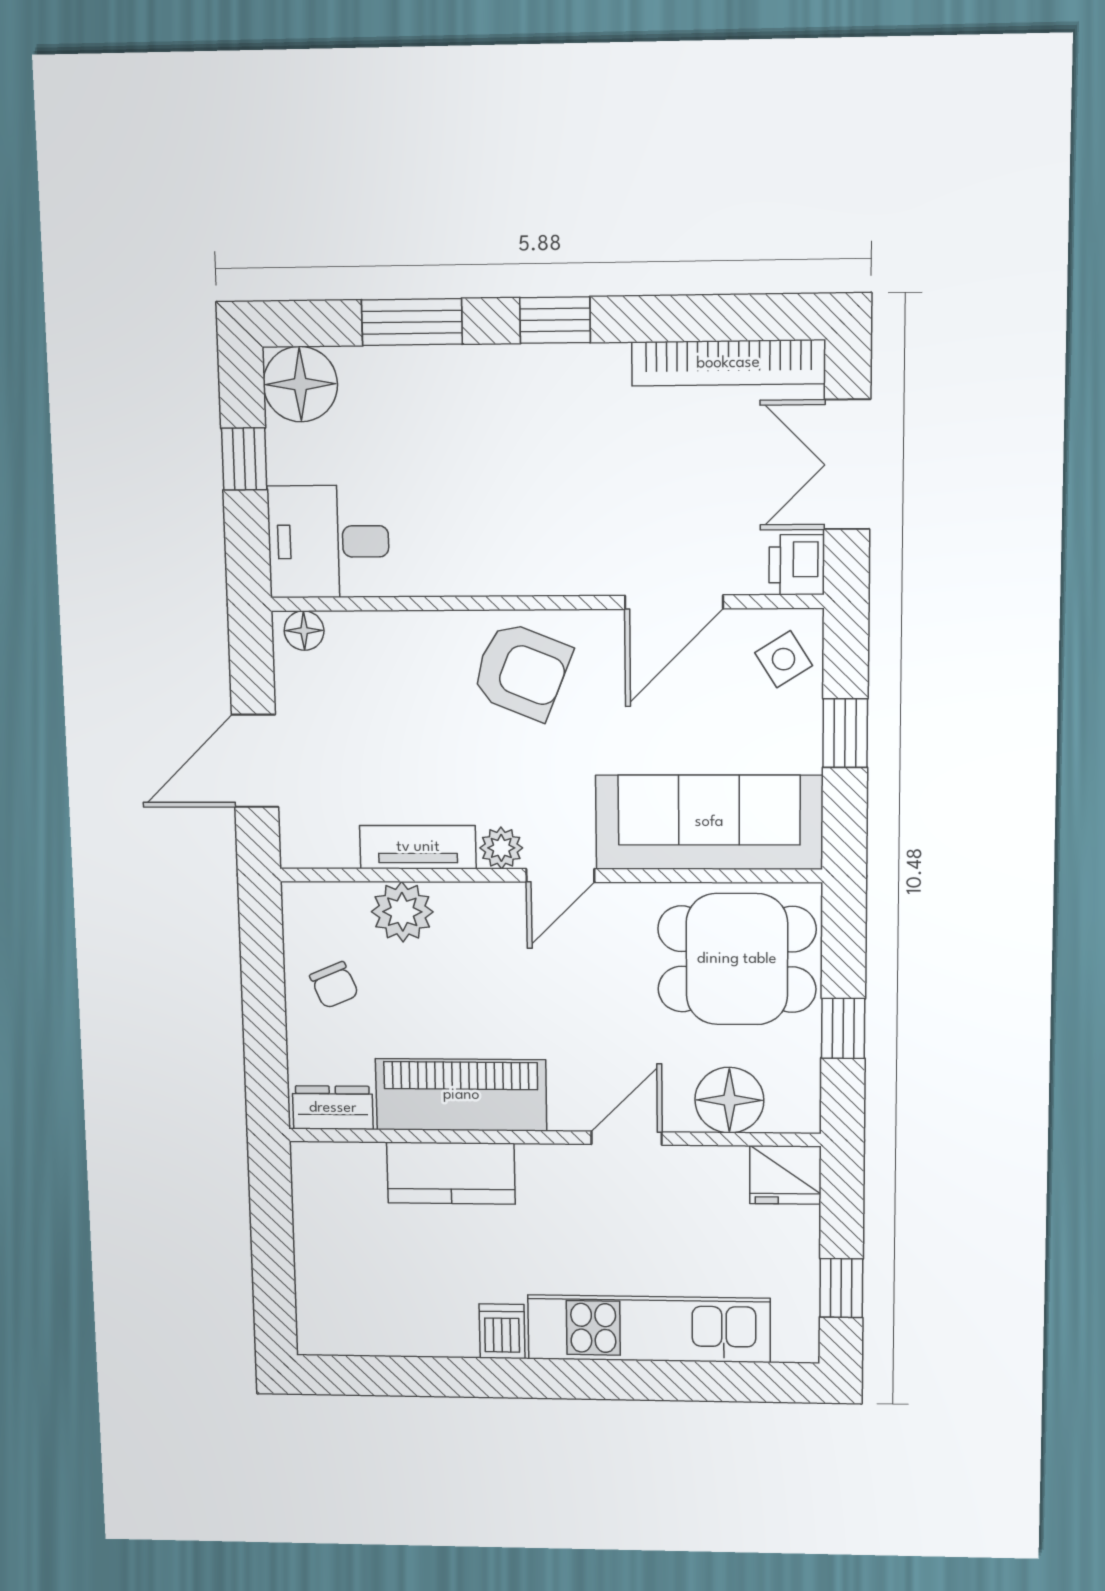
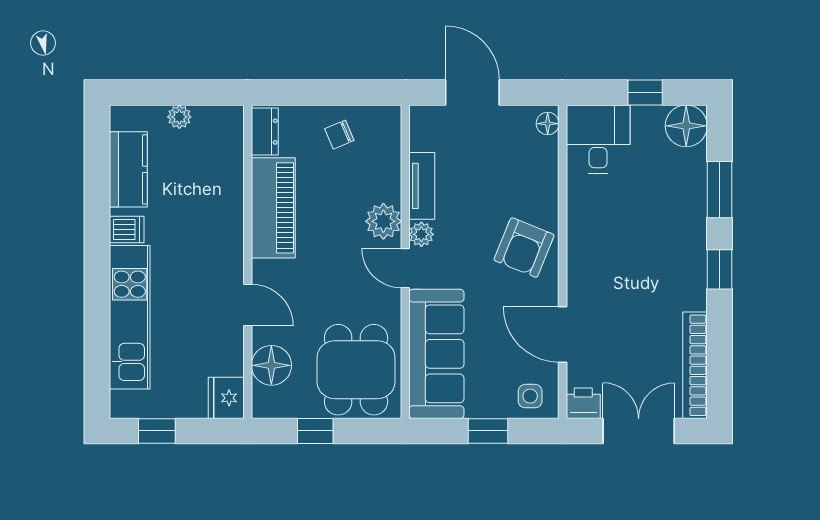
side table: (784, 659) -> (530, 396), turned 32
plant: (402, 912) -> (383, 221), moved
kitchen counter: (451, 1173) -> (128, 169), moved, turned 180
plant: (313, 1245) -> (179, 117), added

